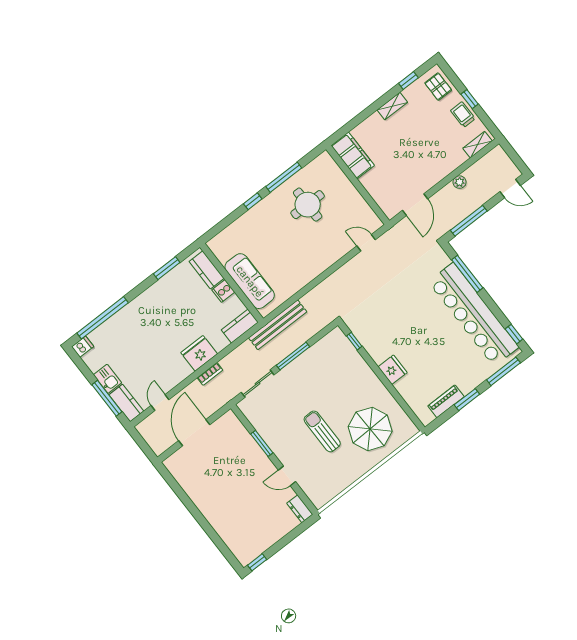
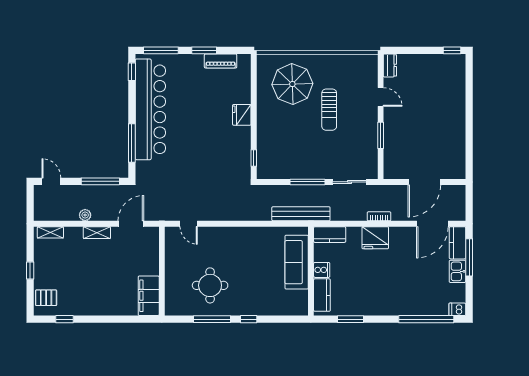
pallet: (438, 87) -> (46, 298), turned 90
shelving: (392, 106) -> (97, 233), moved
trolley: (463, 115) -> (44, 263), removed
door: (160, 403) -> (432, 224), width x1.87

